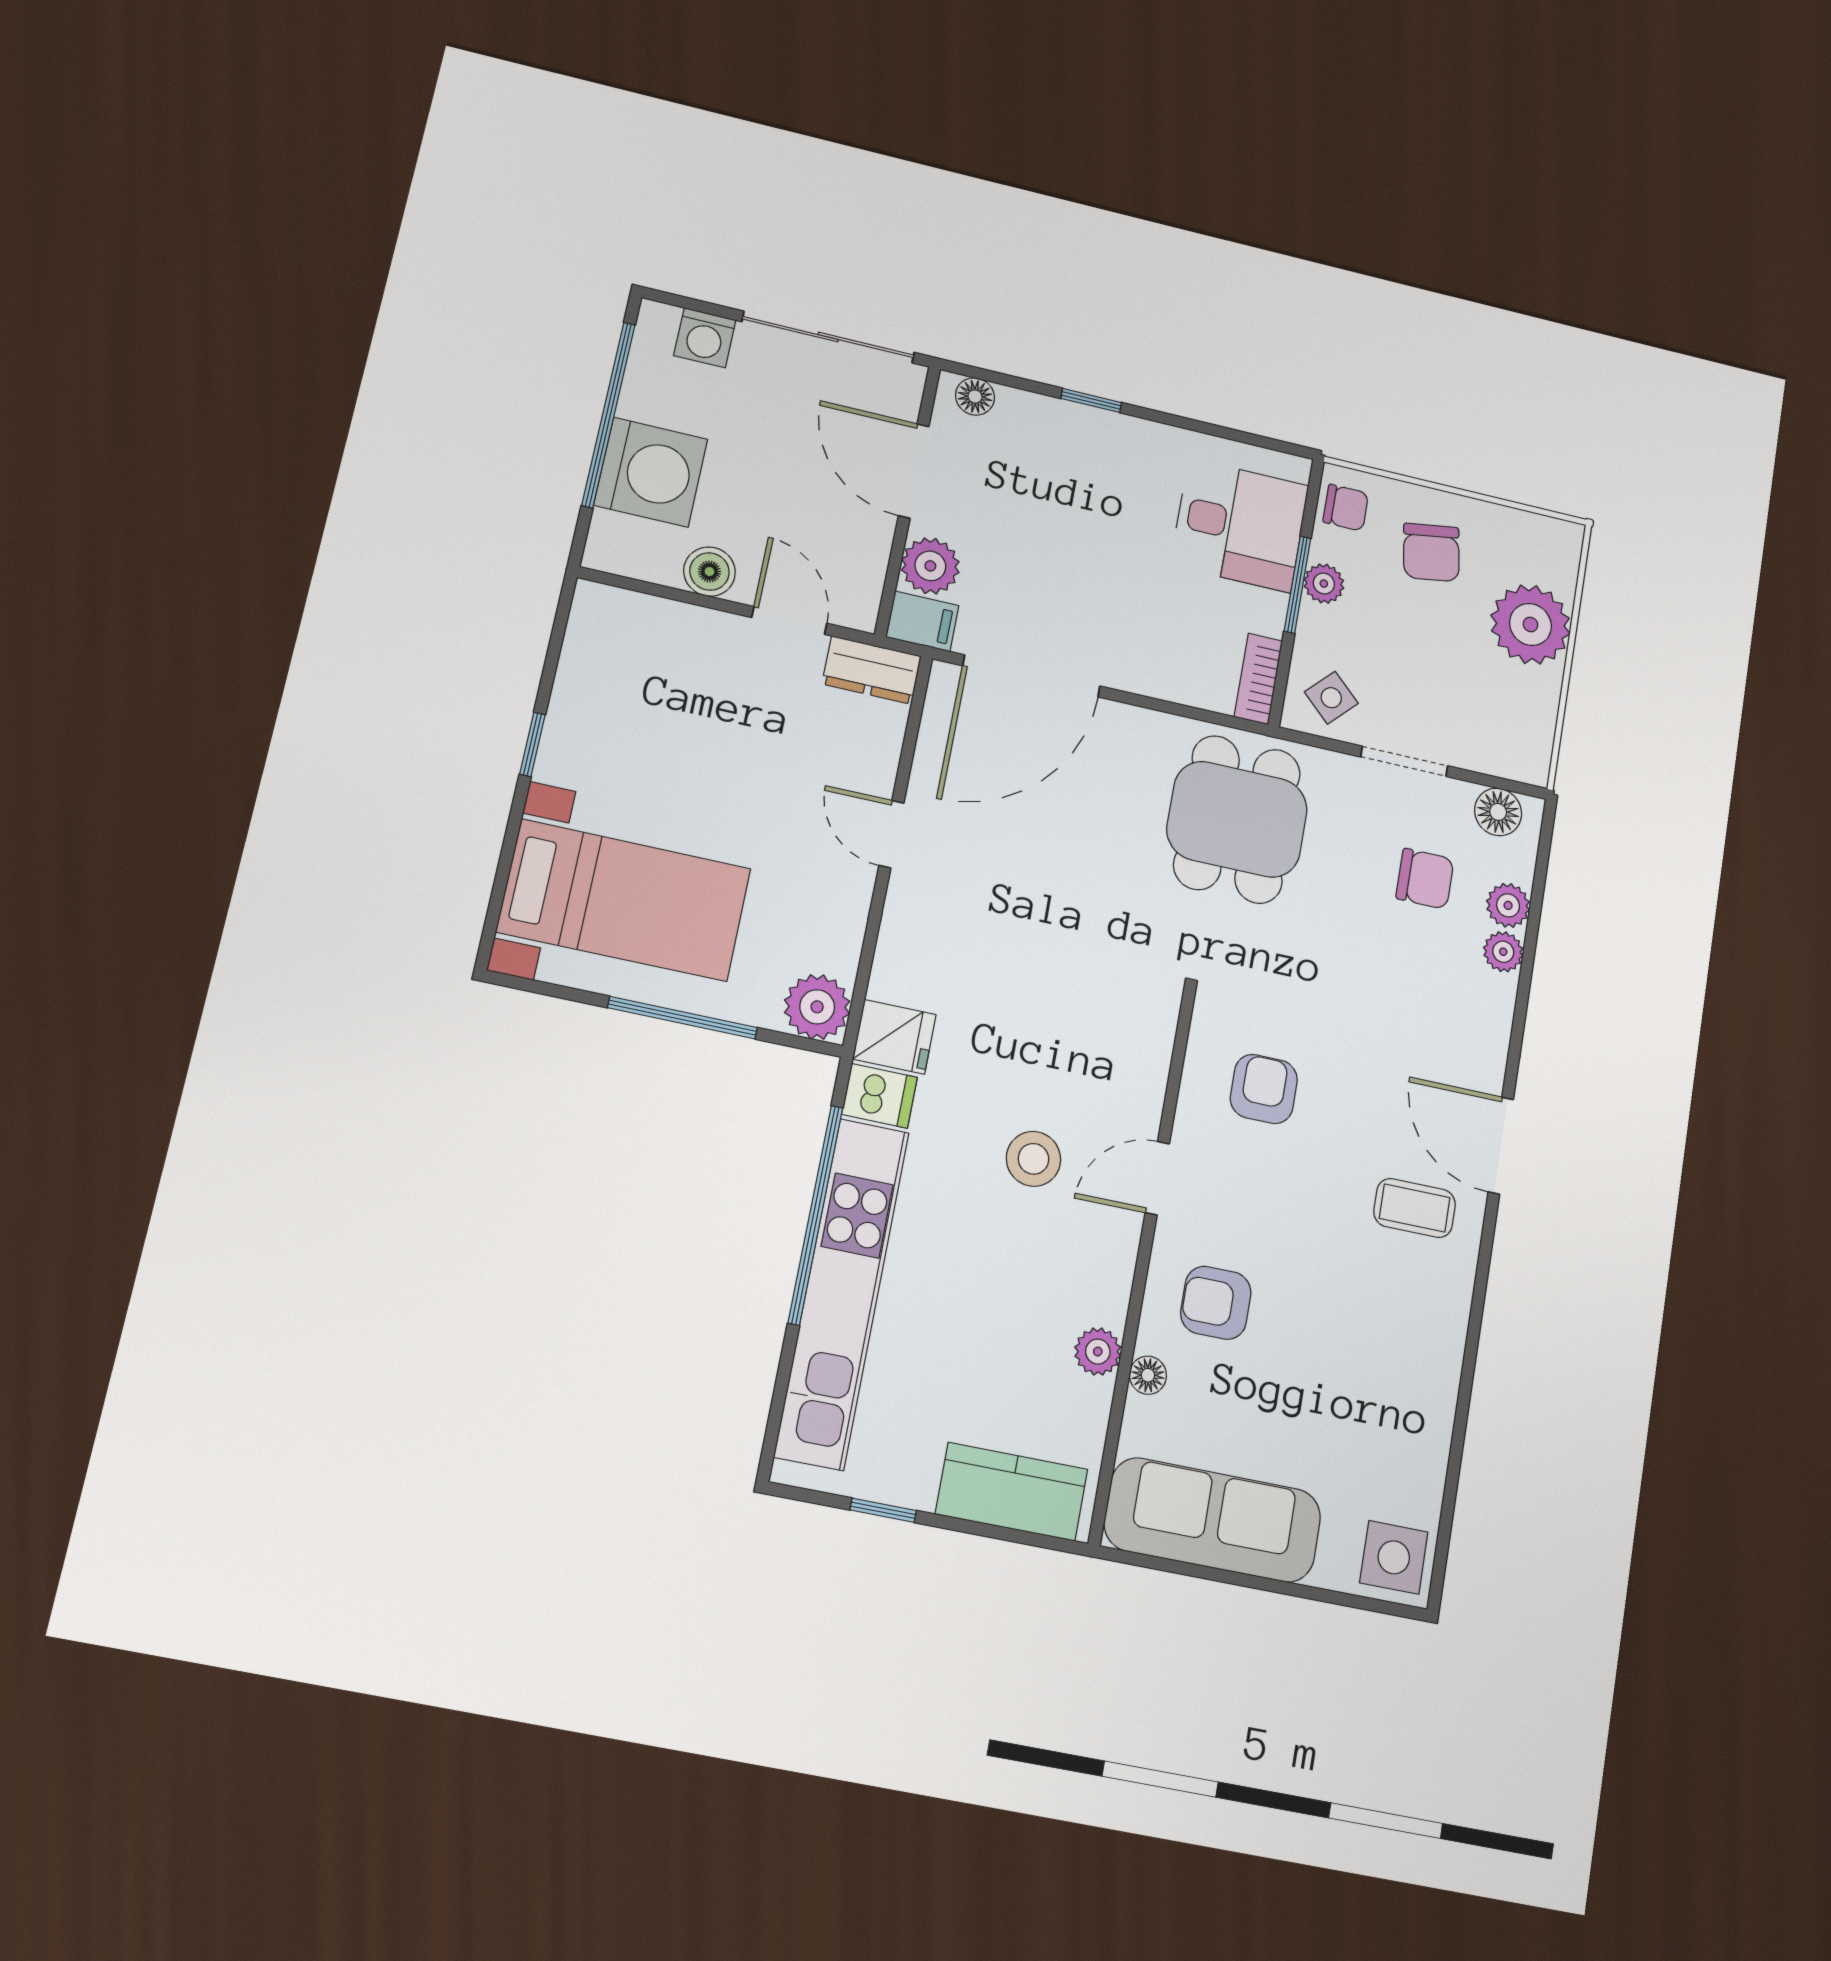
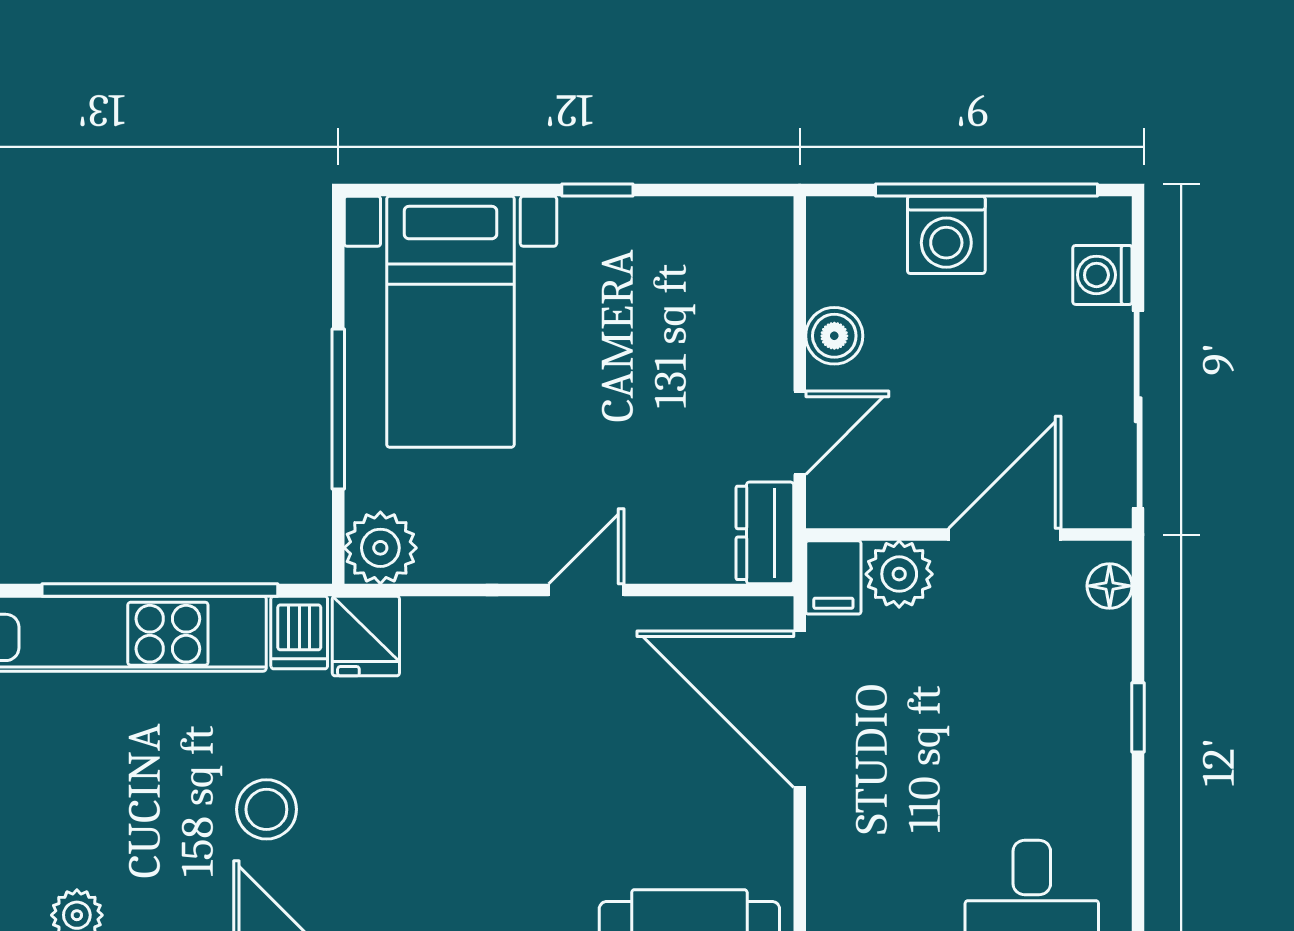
washing machine: (651, 472) -> (946, 235), width x0.73, depth x0.73

